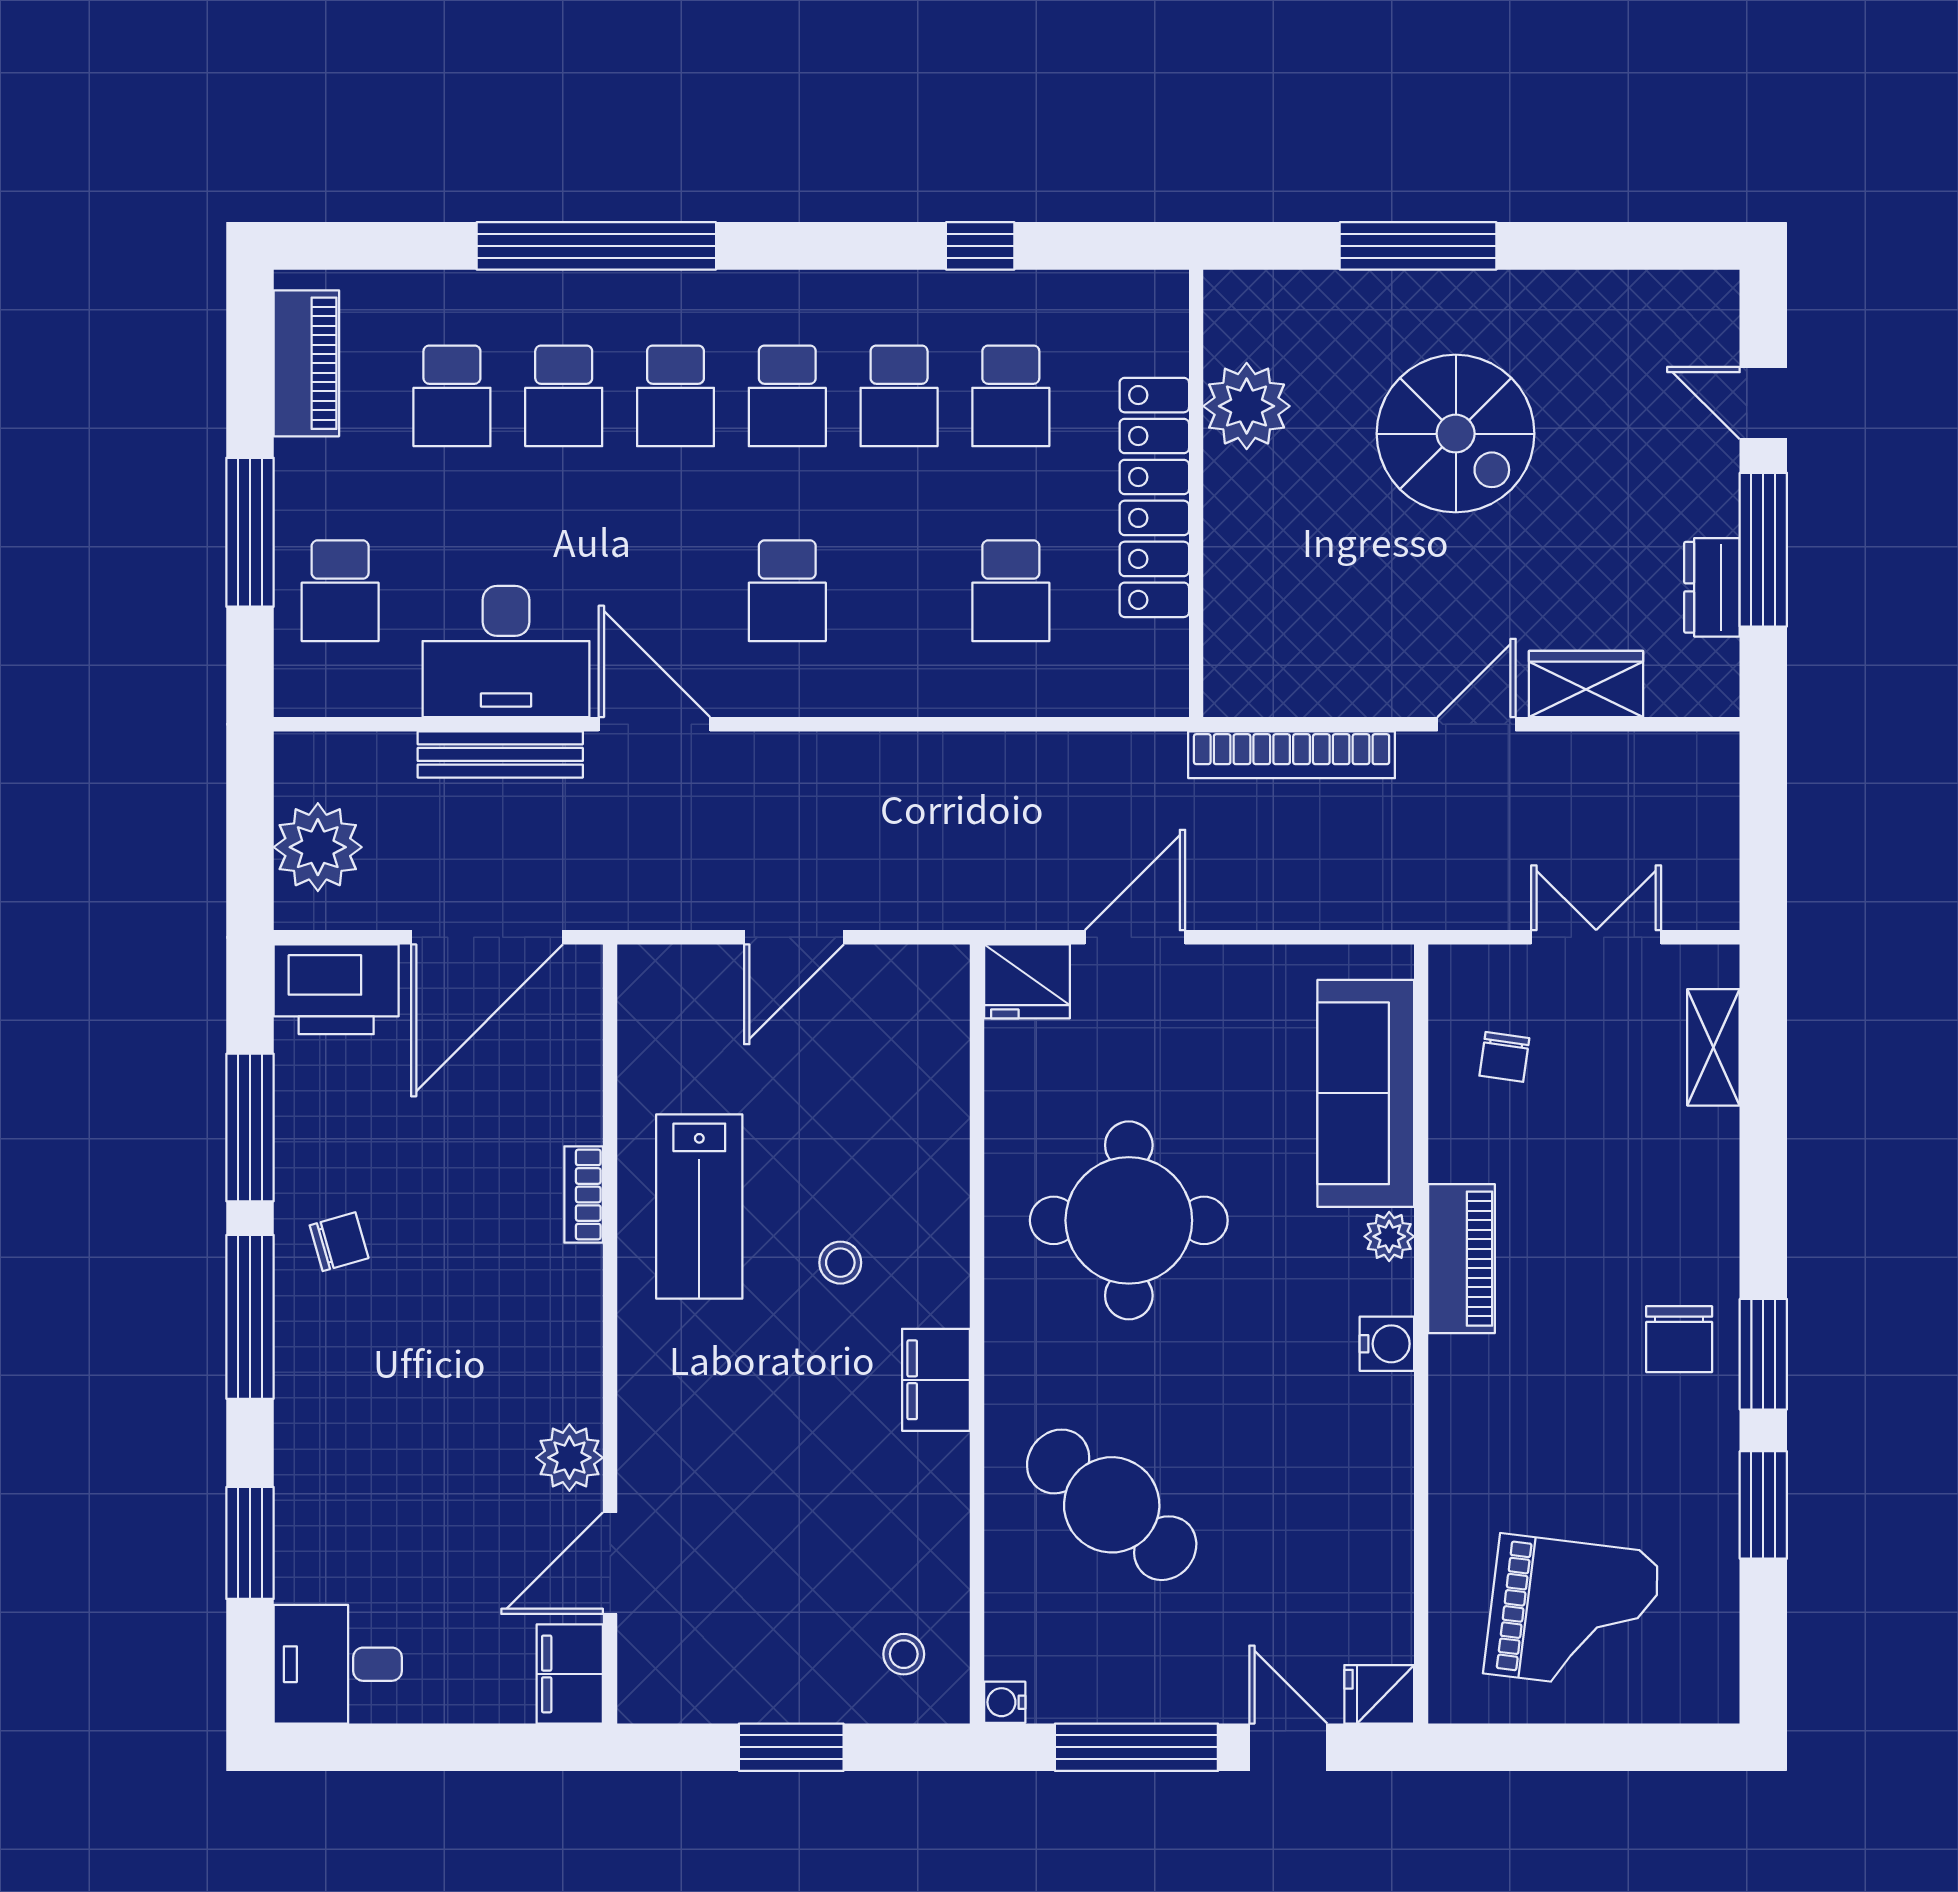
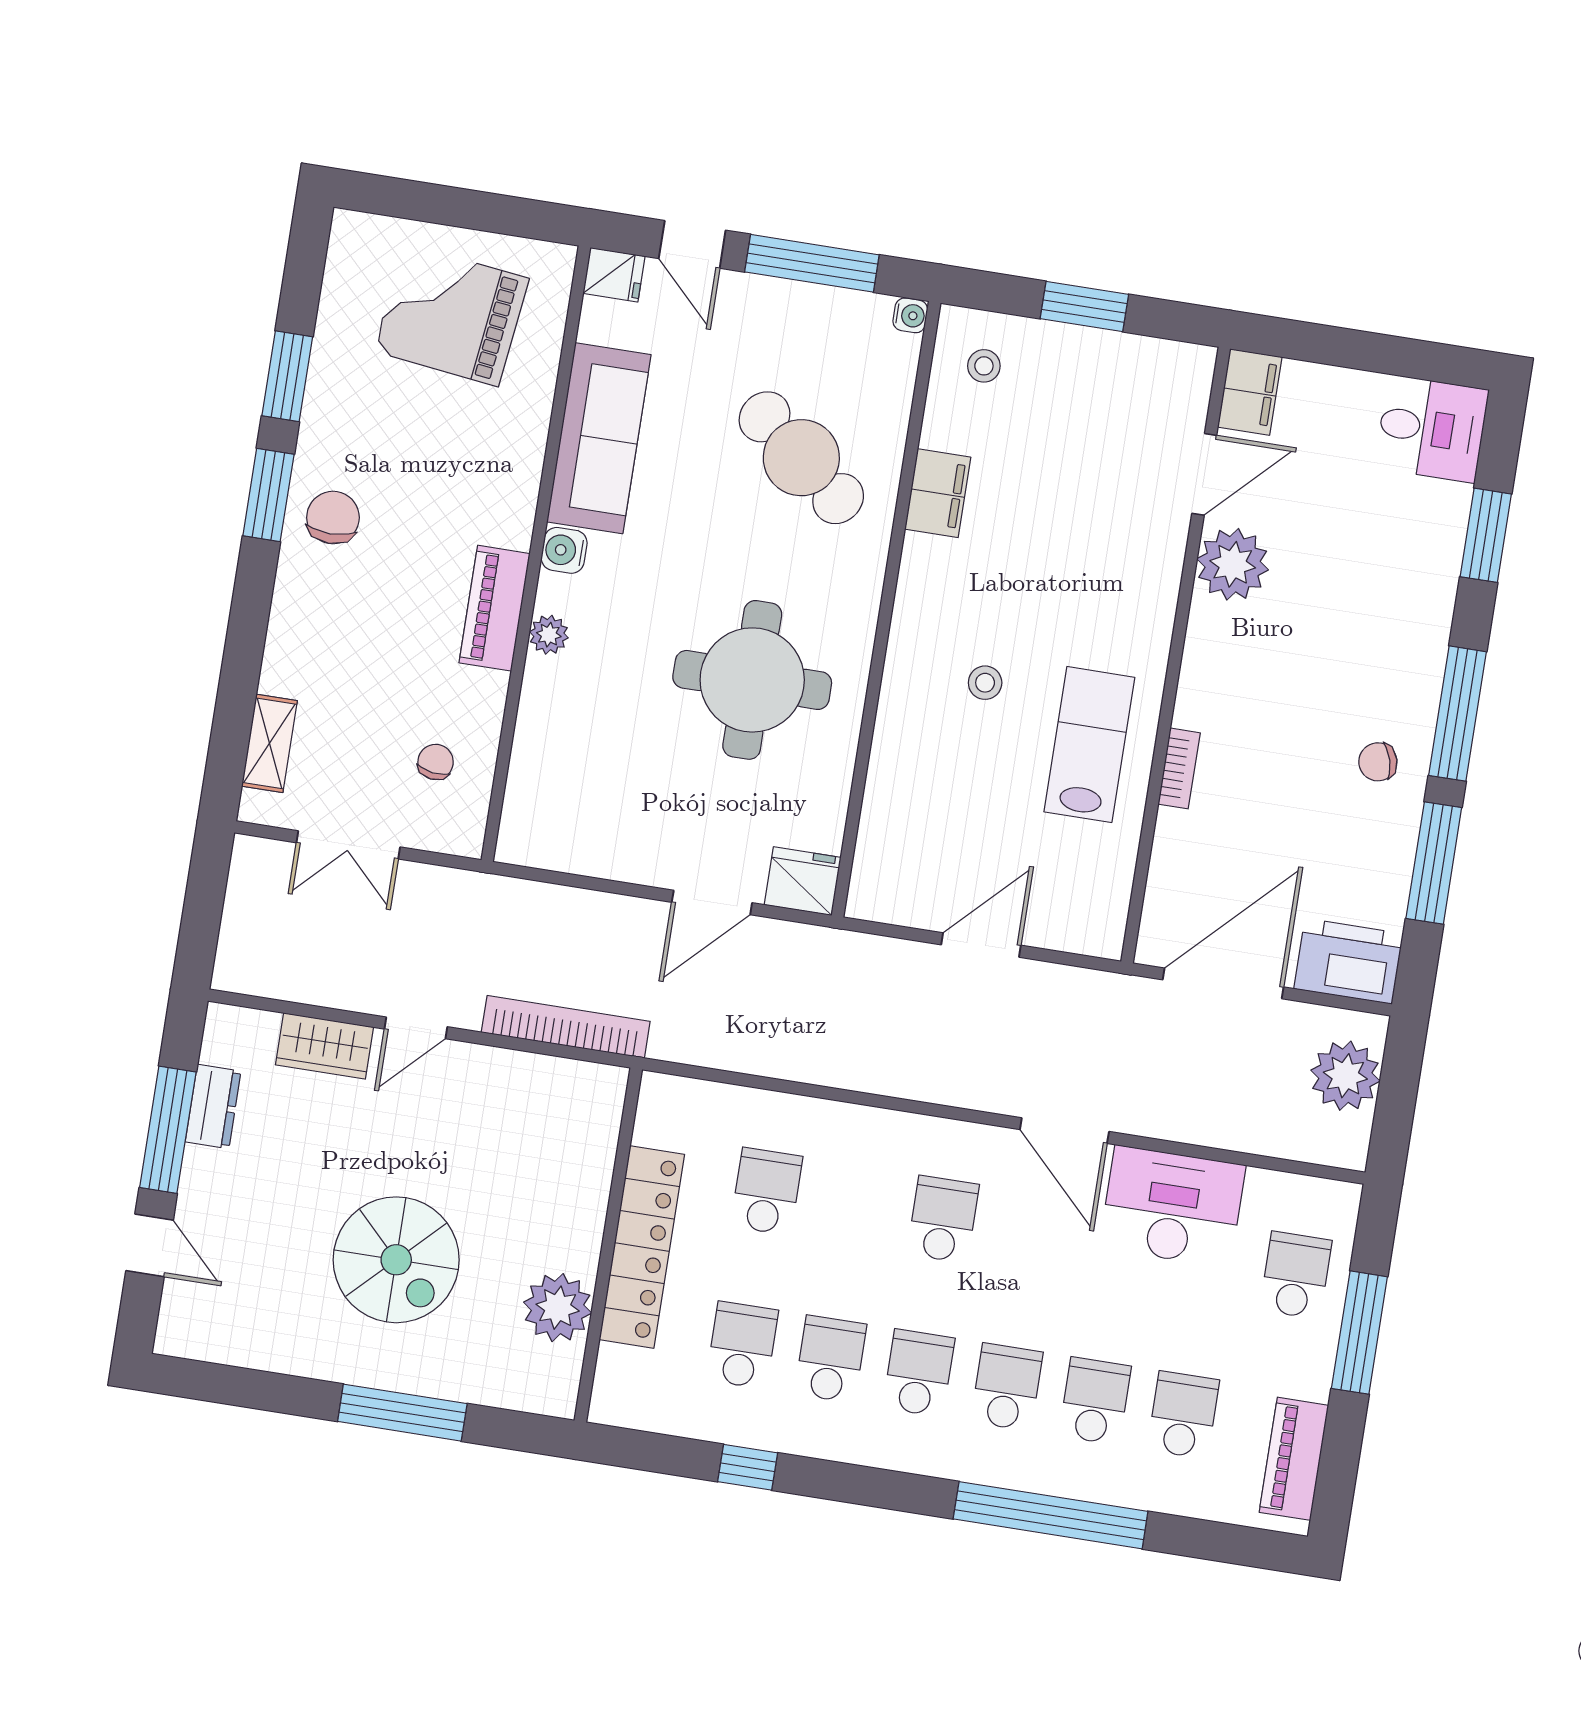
spiral stairs: (1456, 434) -> (396, 1260), turned 180
bench: (500, 754) -> (1190, 1126), removed
sofa: (1366, 1093) -> (599, 438), moved
filing cabinet: (936, 1380) -> (938, 493), moved
plant: (569, 1458) -> (1233, 564), width x1.36, depth x1.36

